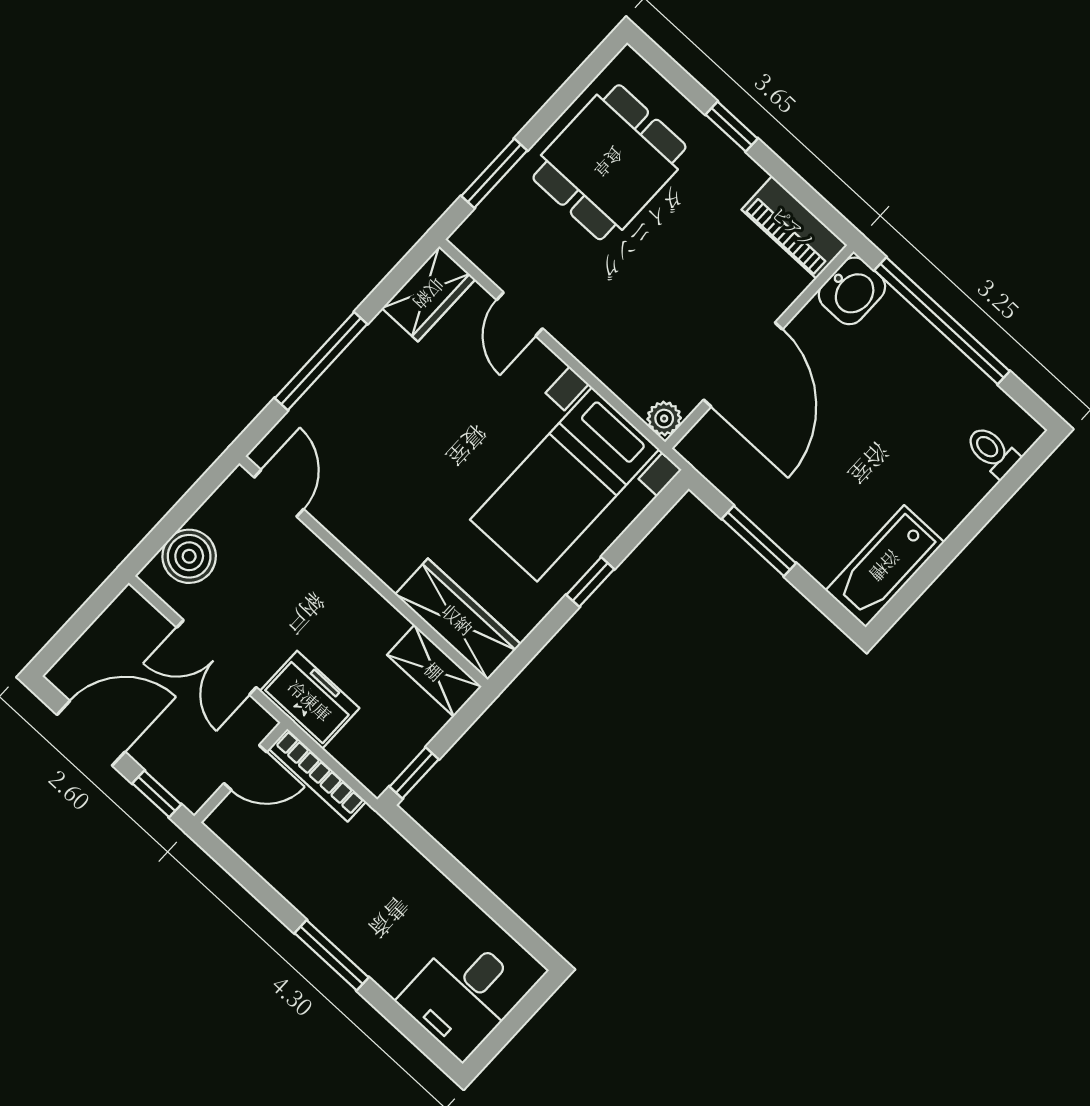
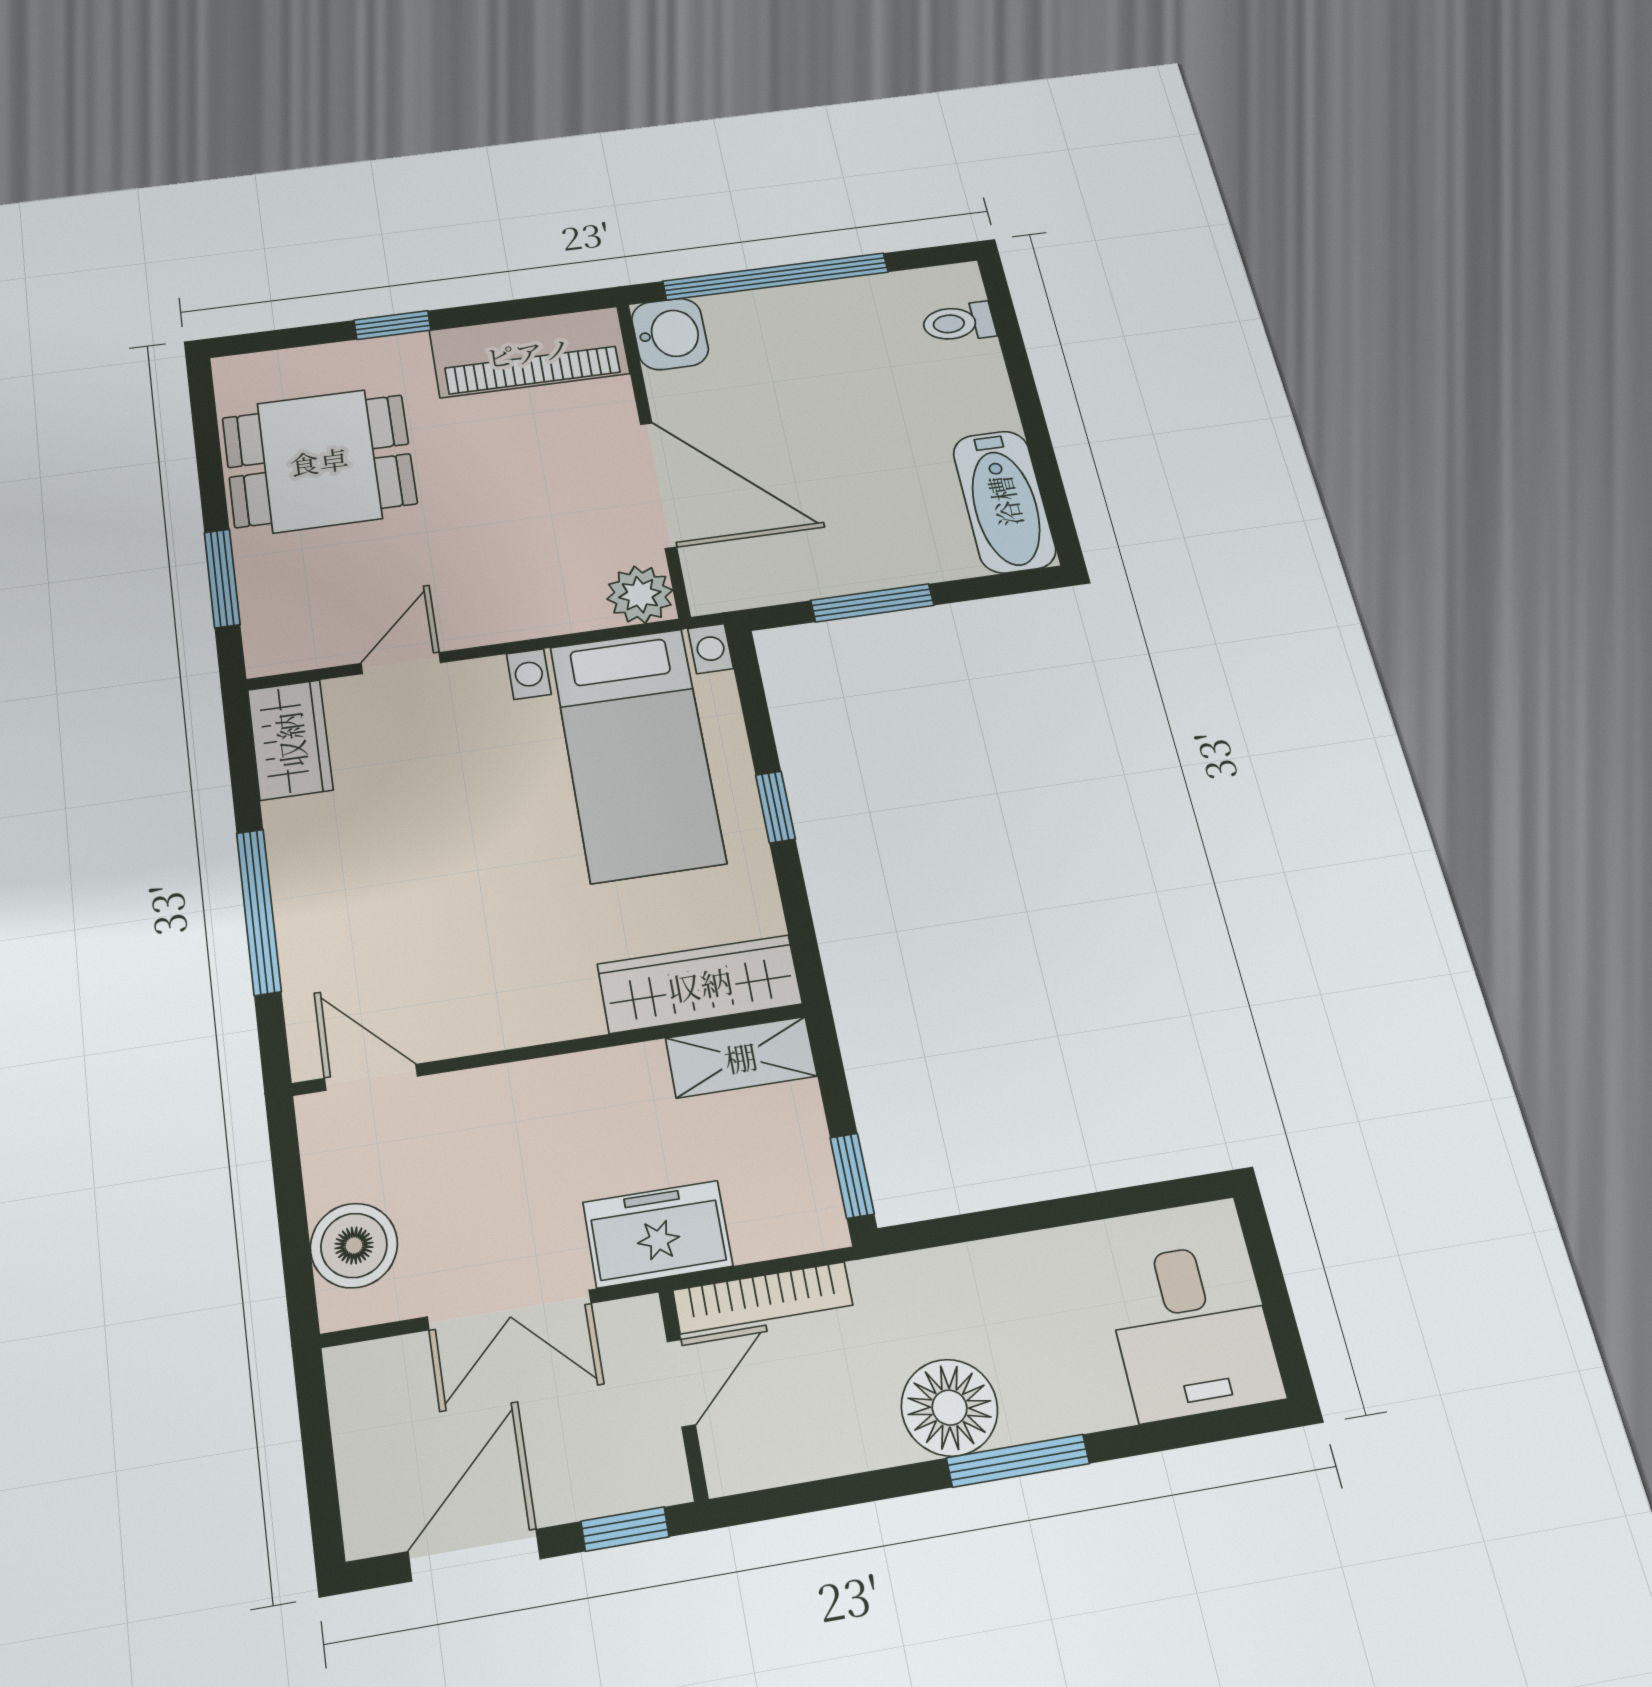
dining table: (609, 162) -> (319, 461), turned 90
piano: (794, 227) -> (529, 352), width x1.37, depth x1.33
door: (520, 314) -> (401, 663), swing flipped
plant: (664, 419) -> (640, 595), width x1.38, depth x1.38
floor lamp: (333, 905) -> (950, 1408), added

